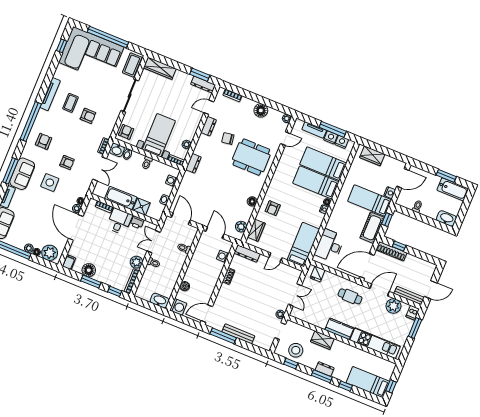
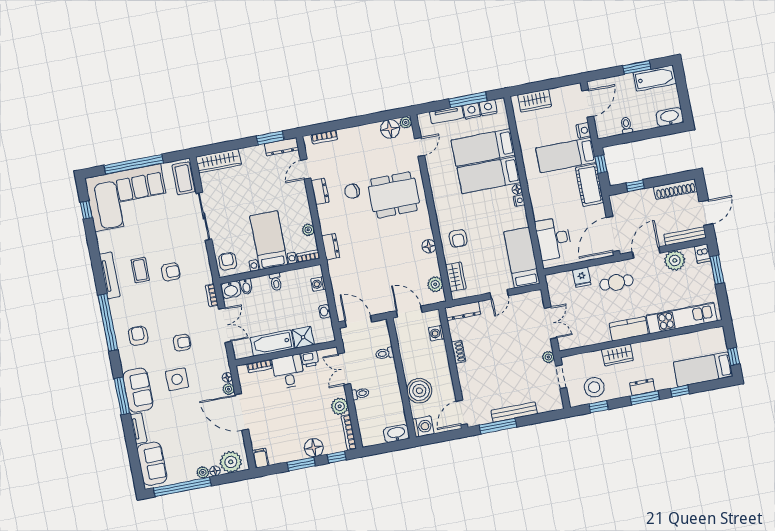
floor lamp: (261, 110) -> (390, 129), moved
shoe rack: (391, 251) -> (675, 189), moved
floor lamp: (89, 270) -> (314, 448), moved
fridge: (318, 274) -> (582, 277), moved
boiler: (185, 286) -> (419, 391), width x1.86, depth x1.86

